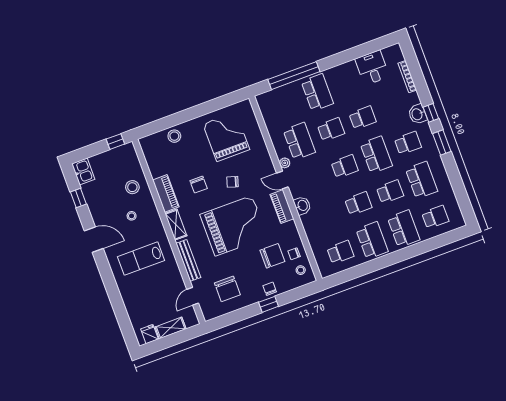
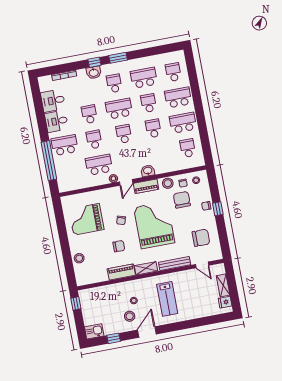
desk: (346, 77) -> (56, 121), added
stool: (132, 187) -> (130, 316), moved
stool: (291, 234) -> (168, 183), added

